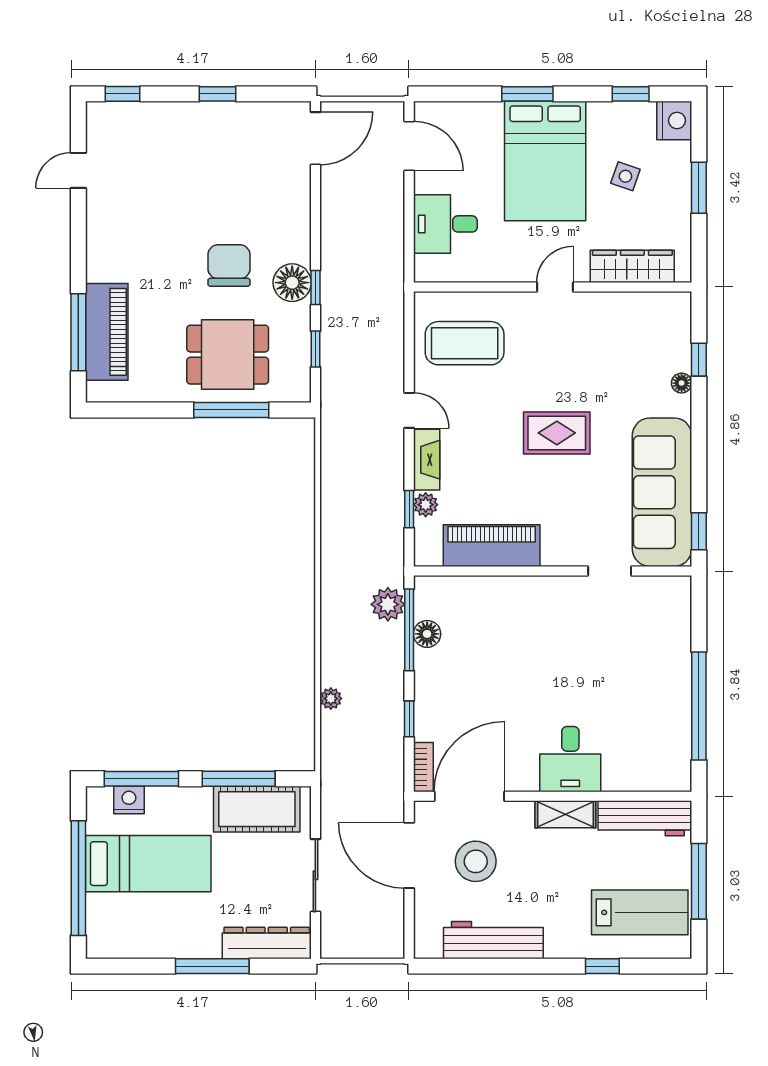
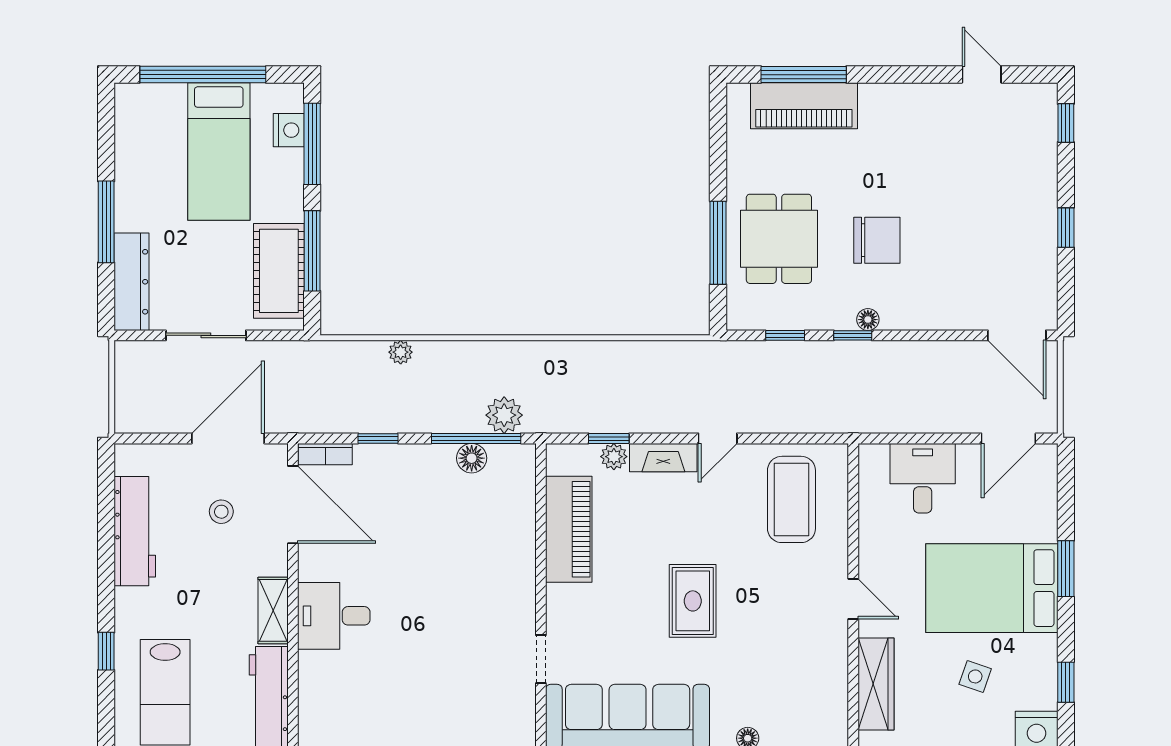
floor lamp: (292, 283) -> (868, 320), width x0.53, depth x0.53
stool: (476, 861) -> (221, 512), width x0.53, depth x0.53

